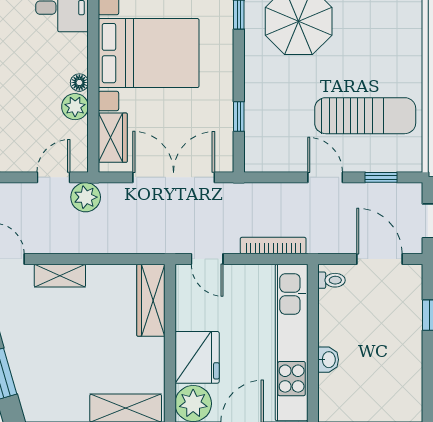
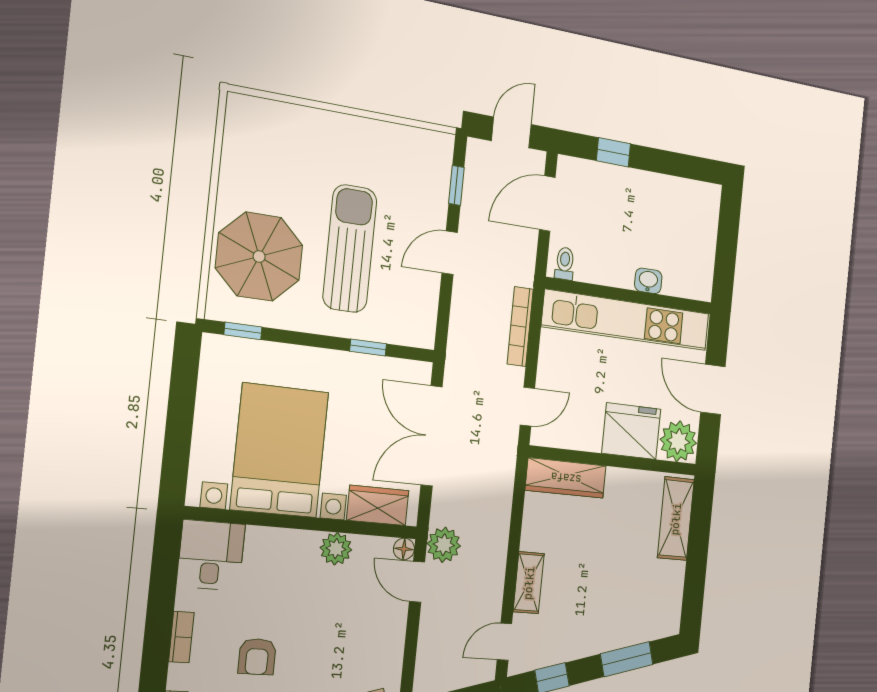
floor lamp: (79, 83) -> (404, 549), moved
sun lounger: (365, 116) -> (350, 249), moved

